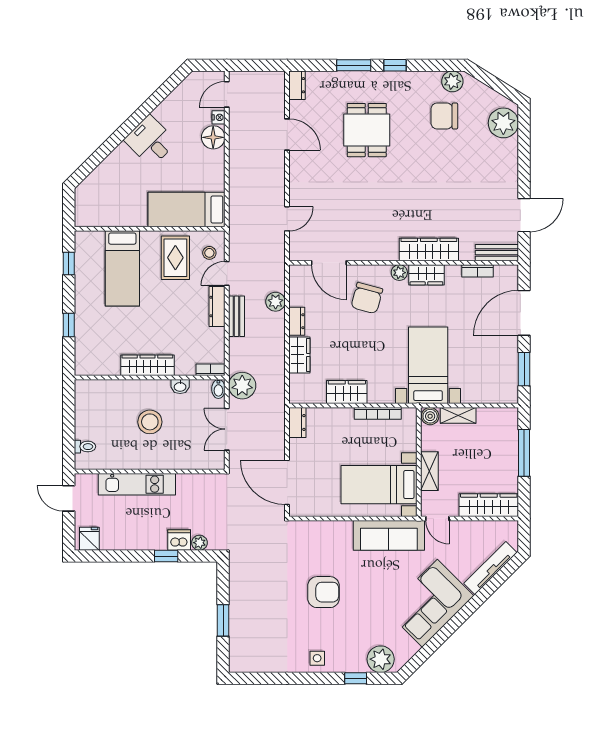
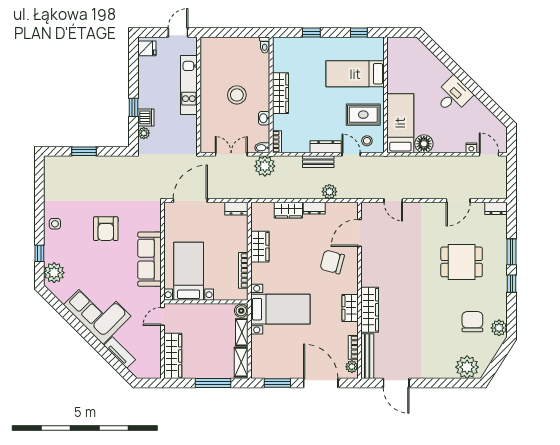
floor lamp: (213, 137) -> (424, 144), moved
bench: (497, 253) -> (367, 356), width x1.36
plant: (399, 273) -> (352, 367), moved
toilet: (85, 447) -> (265, 45), moved
shelving: (429, 471) -> (241, 362), moved, turned 90
sofa: (389, 535) -> (149, 259), moved
tv unit: (490, 568) -> (120, 353), width x0.71

